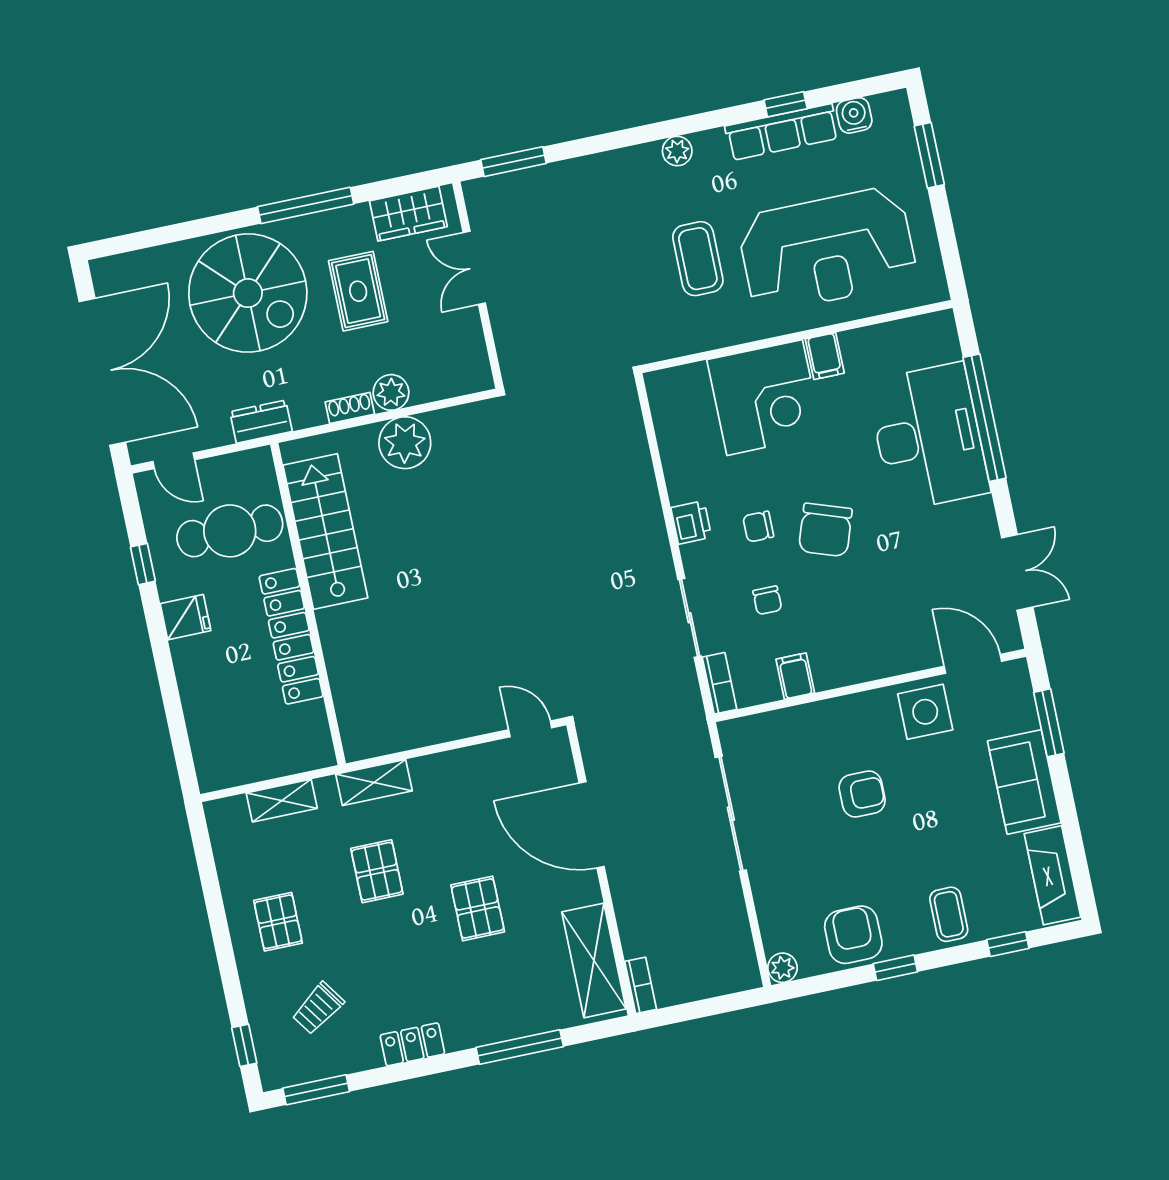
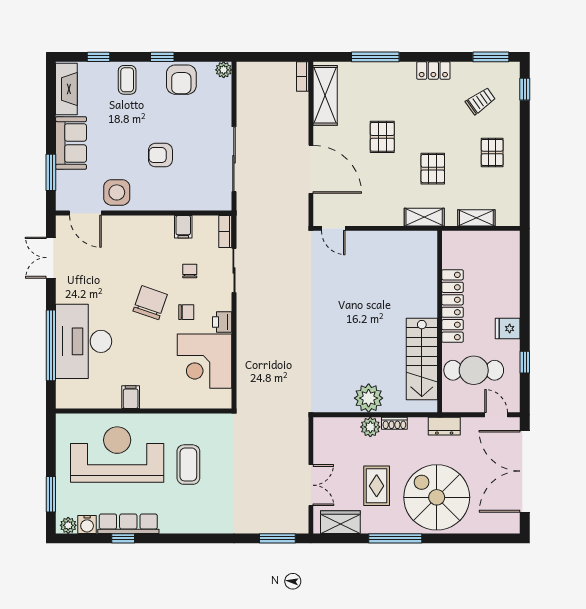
plant: (677, 151) -> (68, 525), moved
corner desk: (765, 398) -> (205, 361), moved, turned -90

